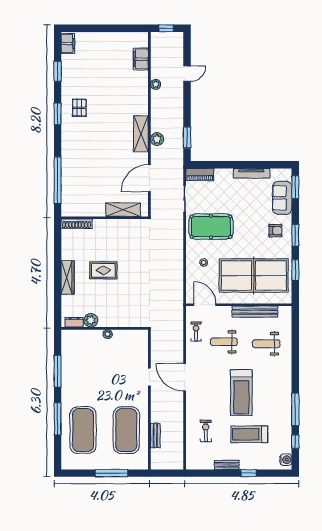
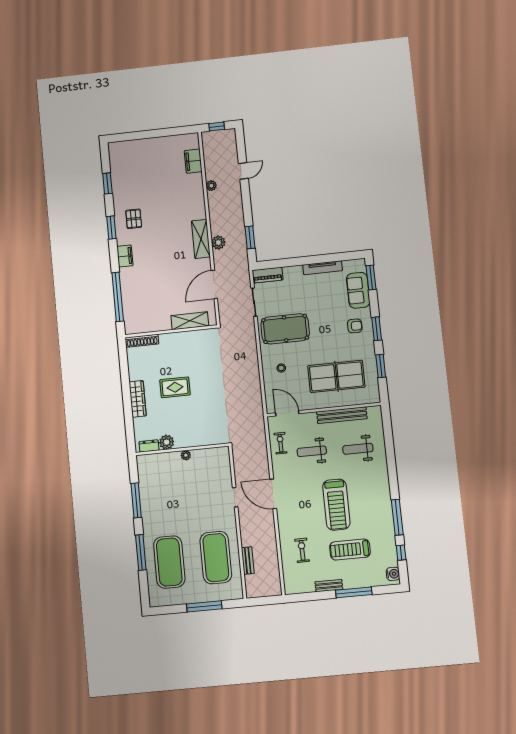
filing cabinet: (68, 44) -> (125, 256), moved
table tennis table: (254, 275) -> (336, 376), width x0.73, depth x0.76
window: (249, 473) -> (354, 592), width x2.17

